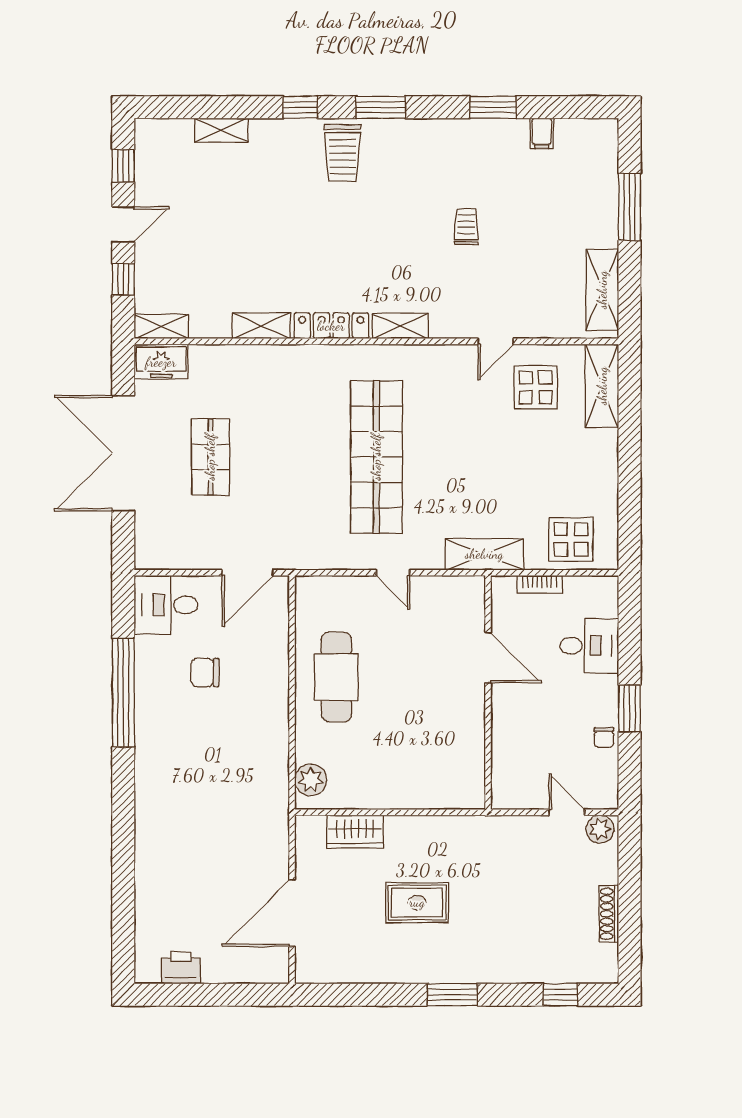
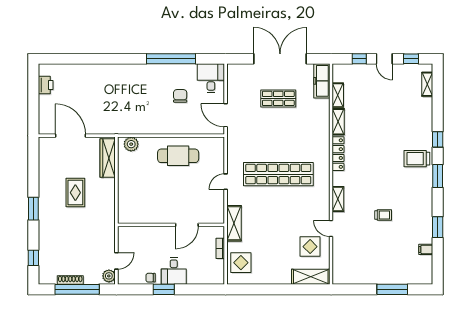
shelving: (221, 130) -> (427, 84), moved
shelving: (602, 290) -> (354, 277), removed
shelving: (161, 326) -> (338, 95), moved
shelving: (400, 326) -> (338, 199), moved
freezer: (161, 362) -> (322, 81), width x1.40
desk: (589, 646) -> (174, 271), moved
wardrobe: (355, 831) -> (108, 158), width x1.50
window: (630, 899) -> (77, 289), added

